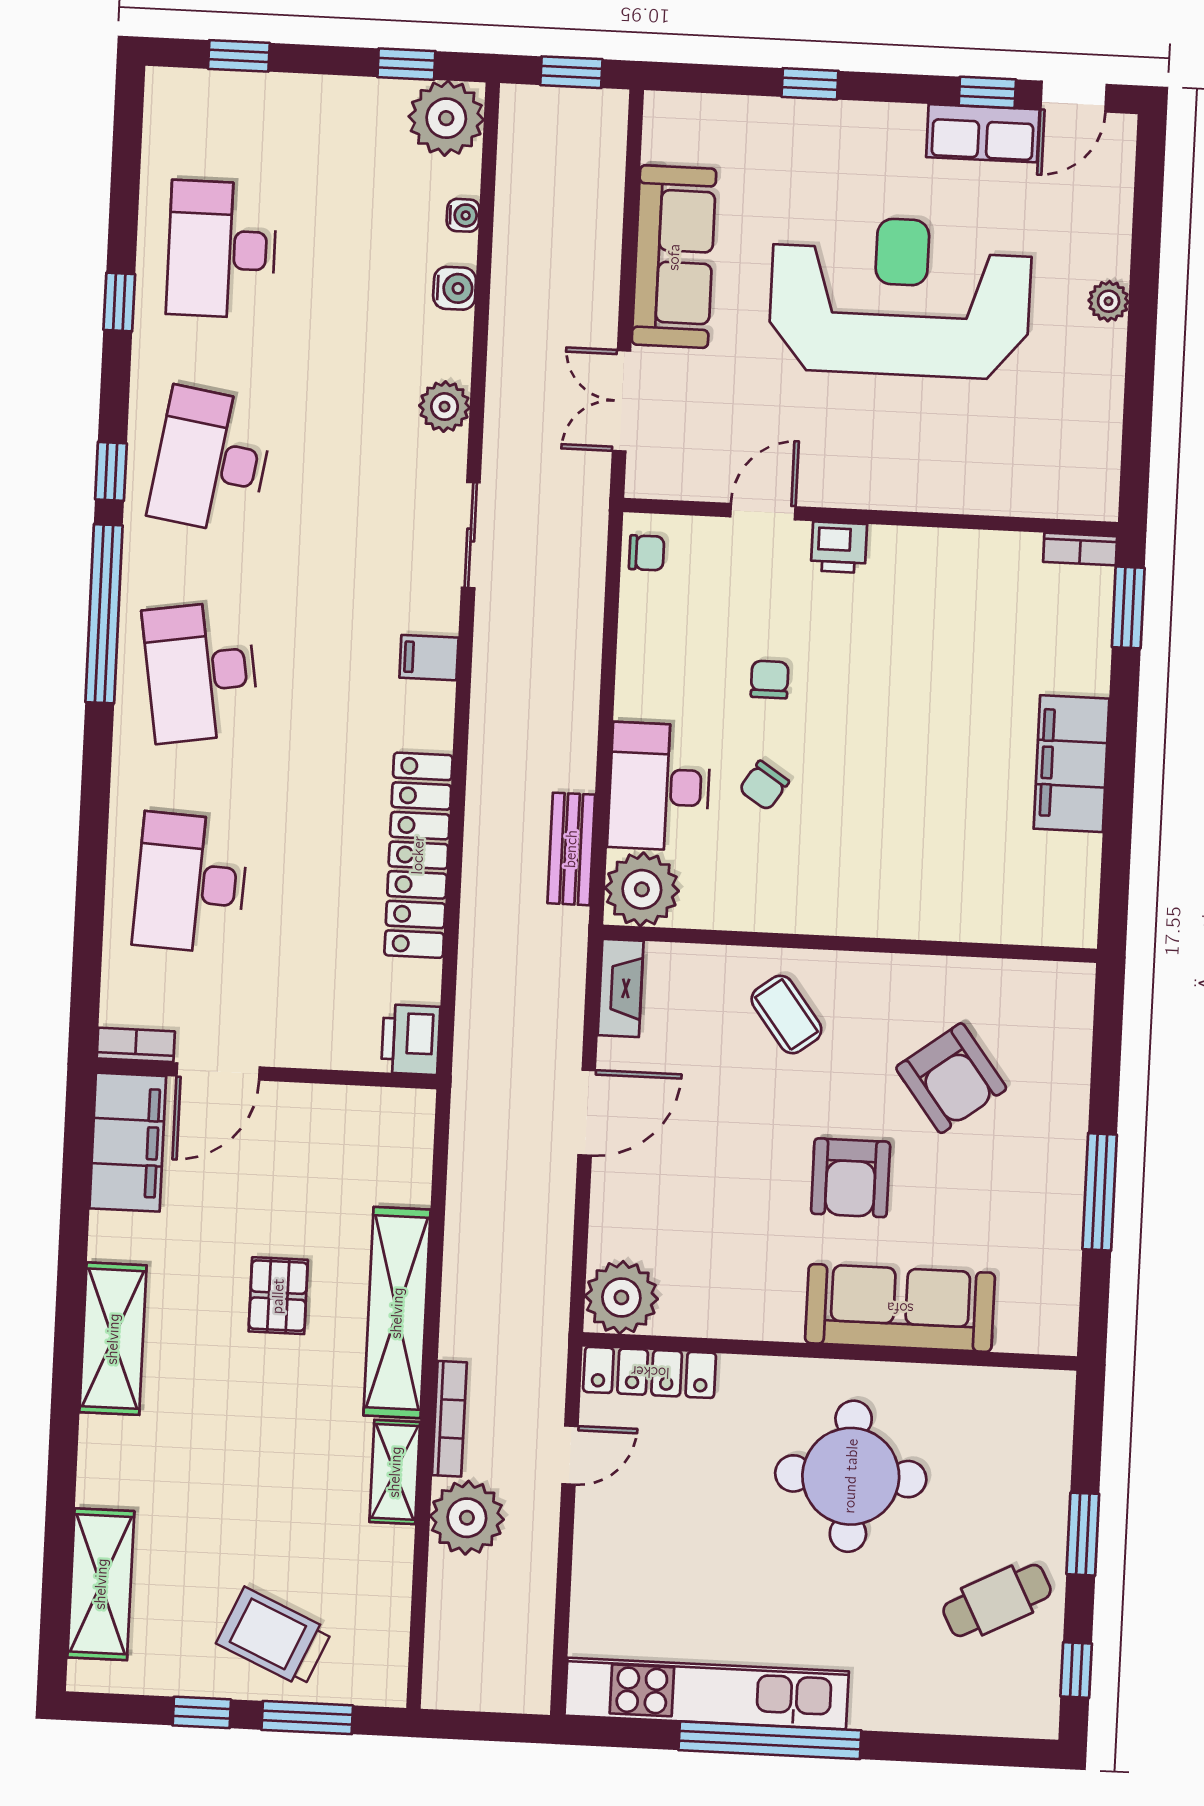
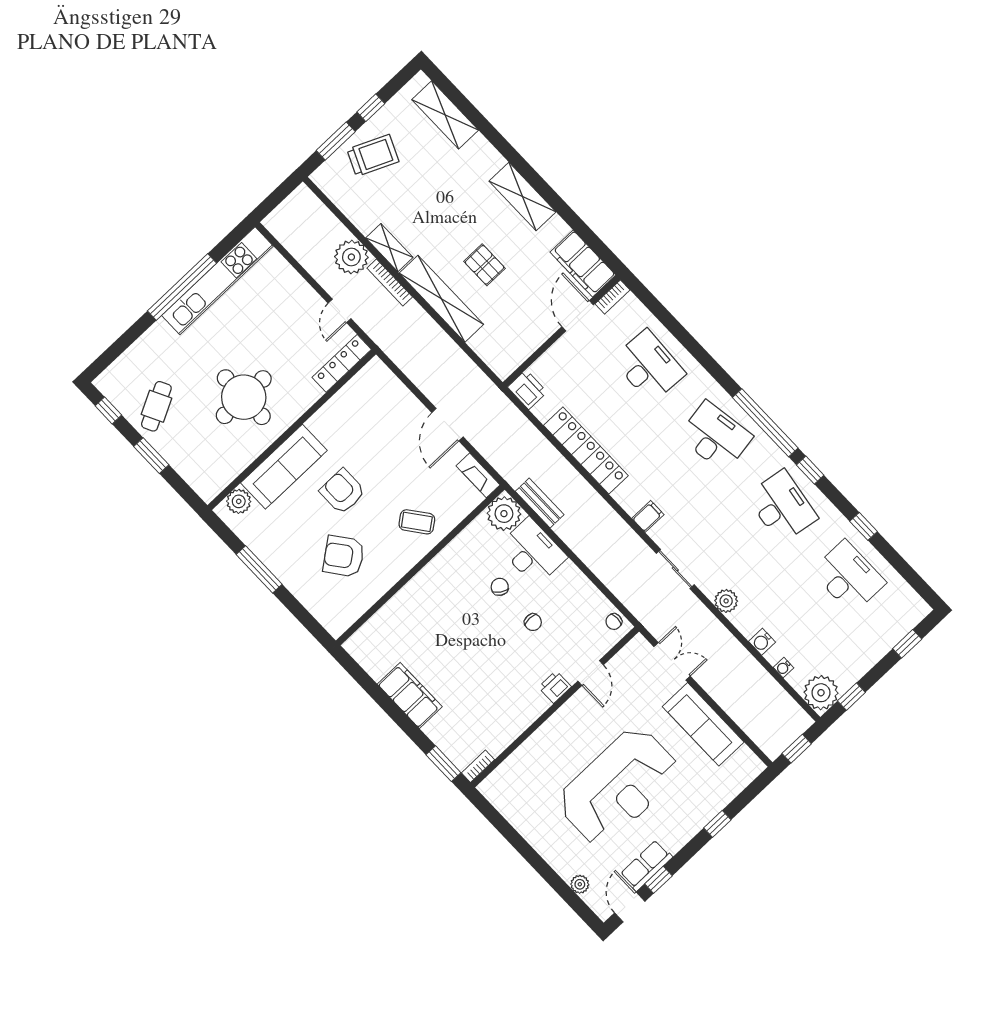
plant: (1109, 301) -> (580, 884), moved
plant: (621, 1297) -> (239, 501), moved, width x0.73, depth x0.73

